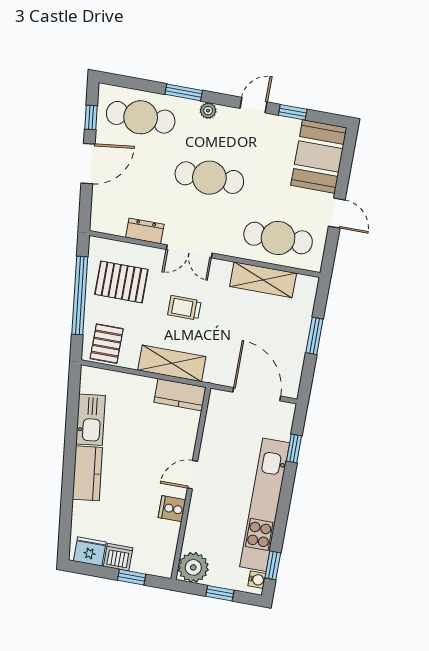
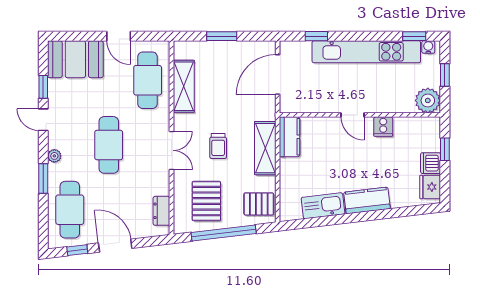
door: (337, 213) -> (119, 36), swing flipped
dresser: (145, 231) -> (161, 211), moved

